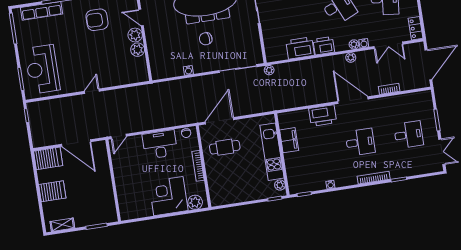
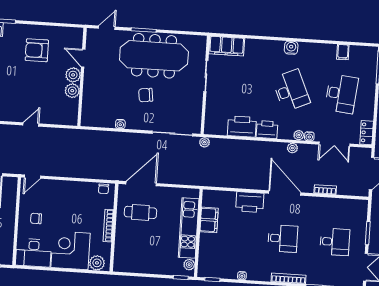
door: (92, 91) -> (31, 124), moved
desk: (160, 144) -> (34, 253), moved, turned 180
chair: (130, 174) -> (36, 218), added

